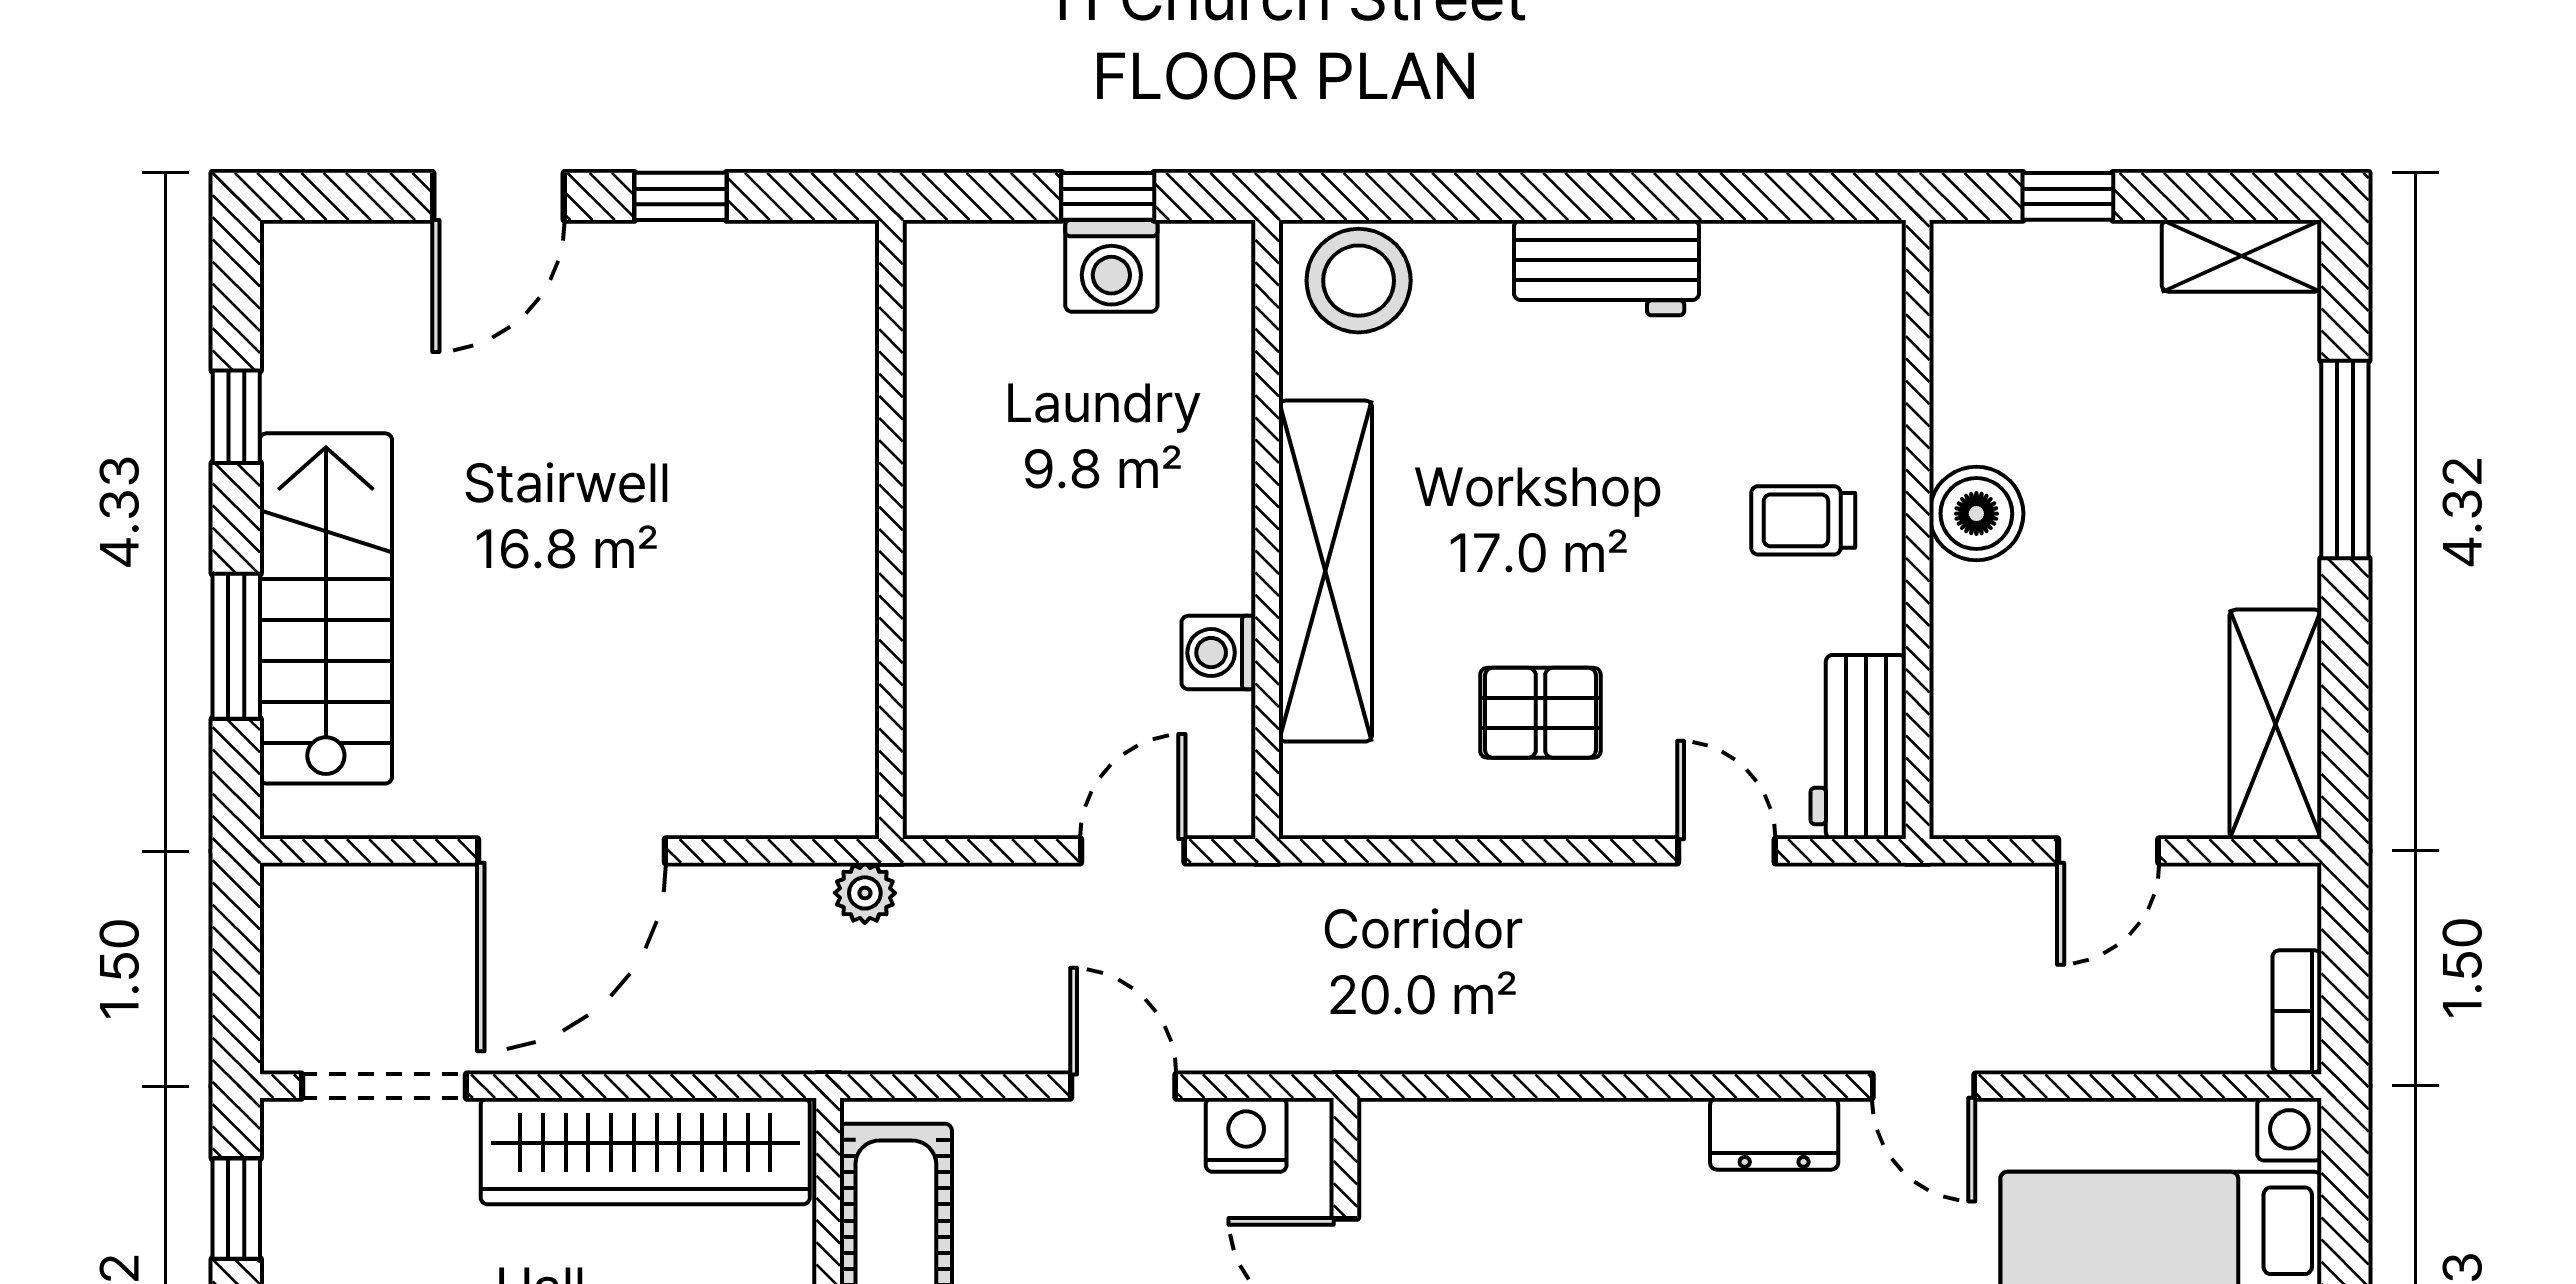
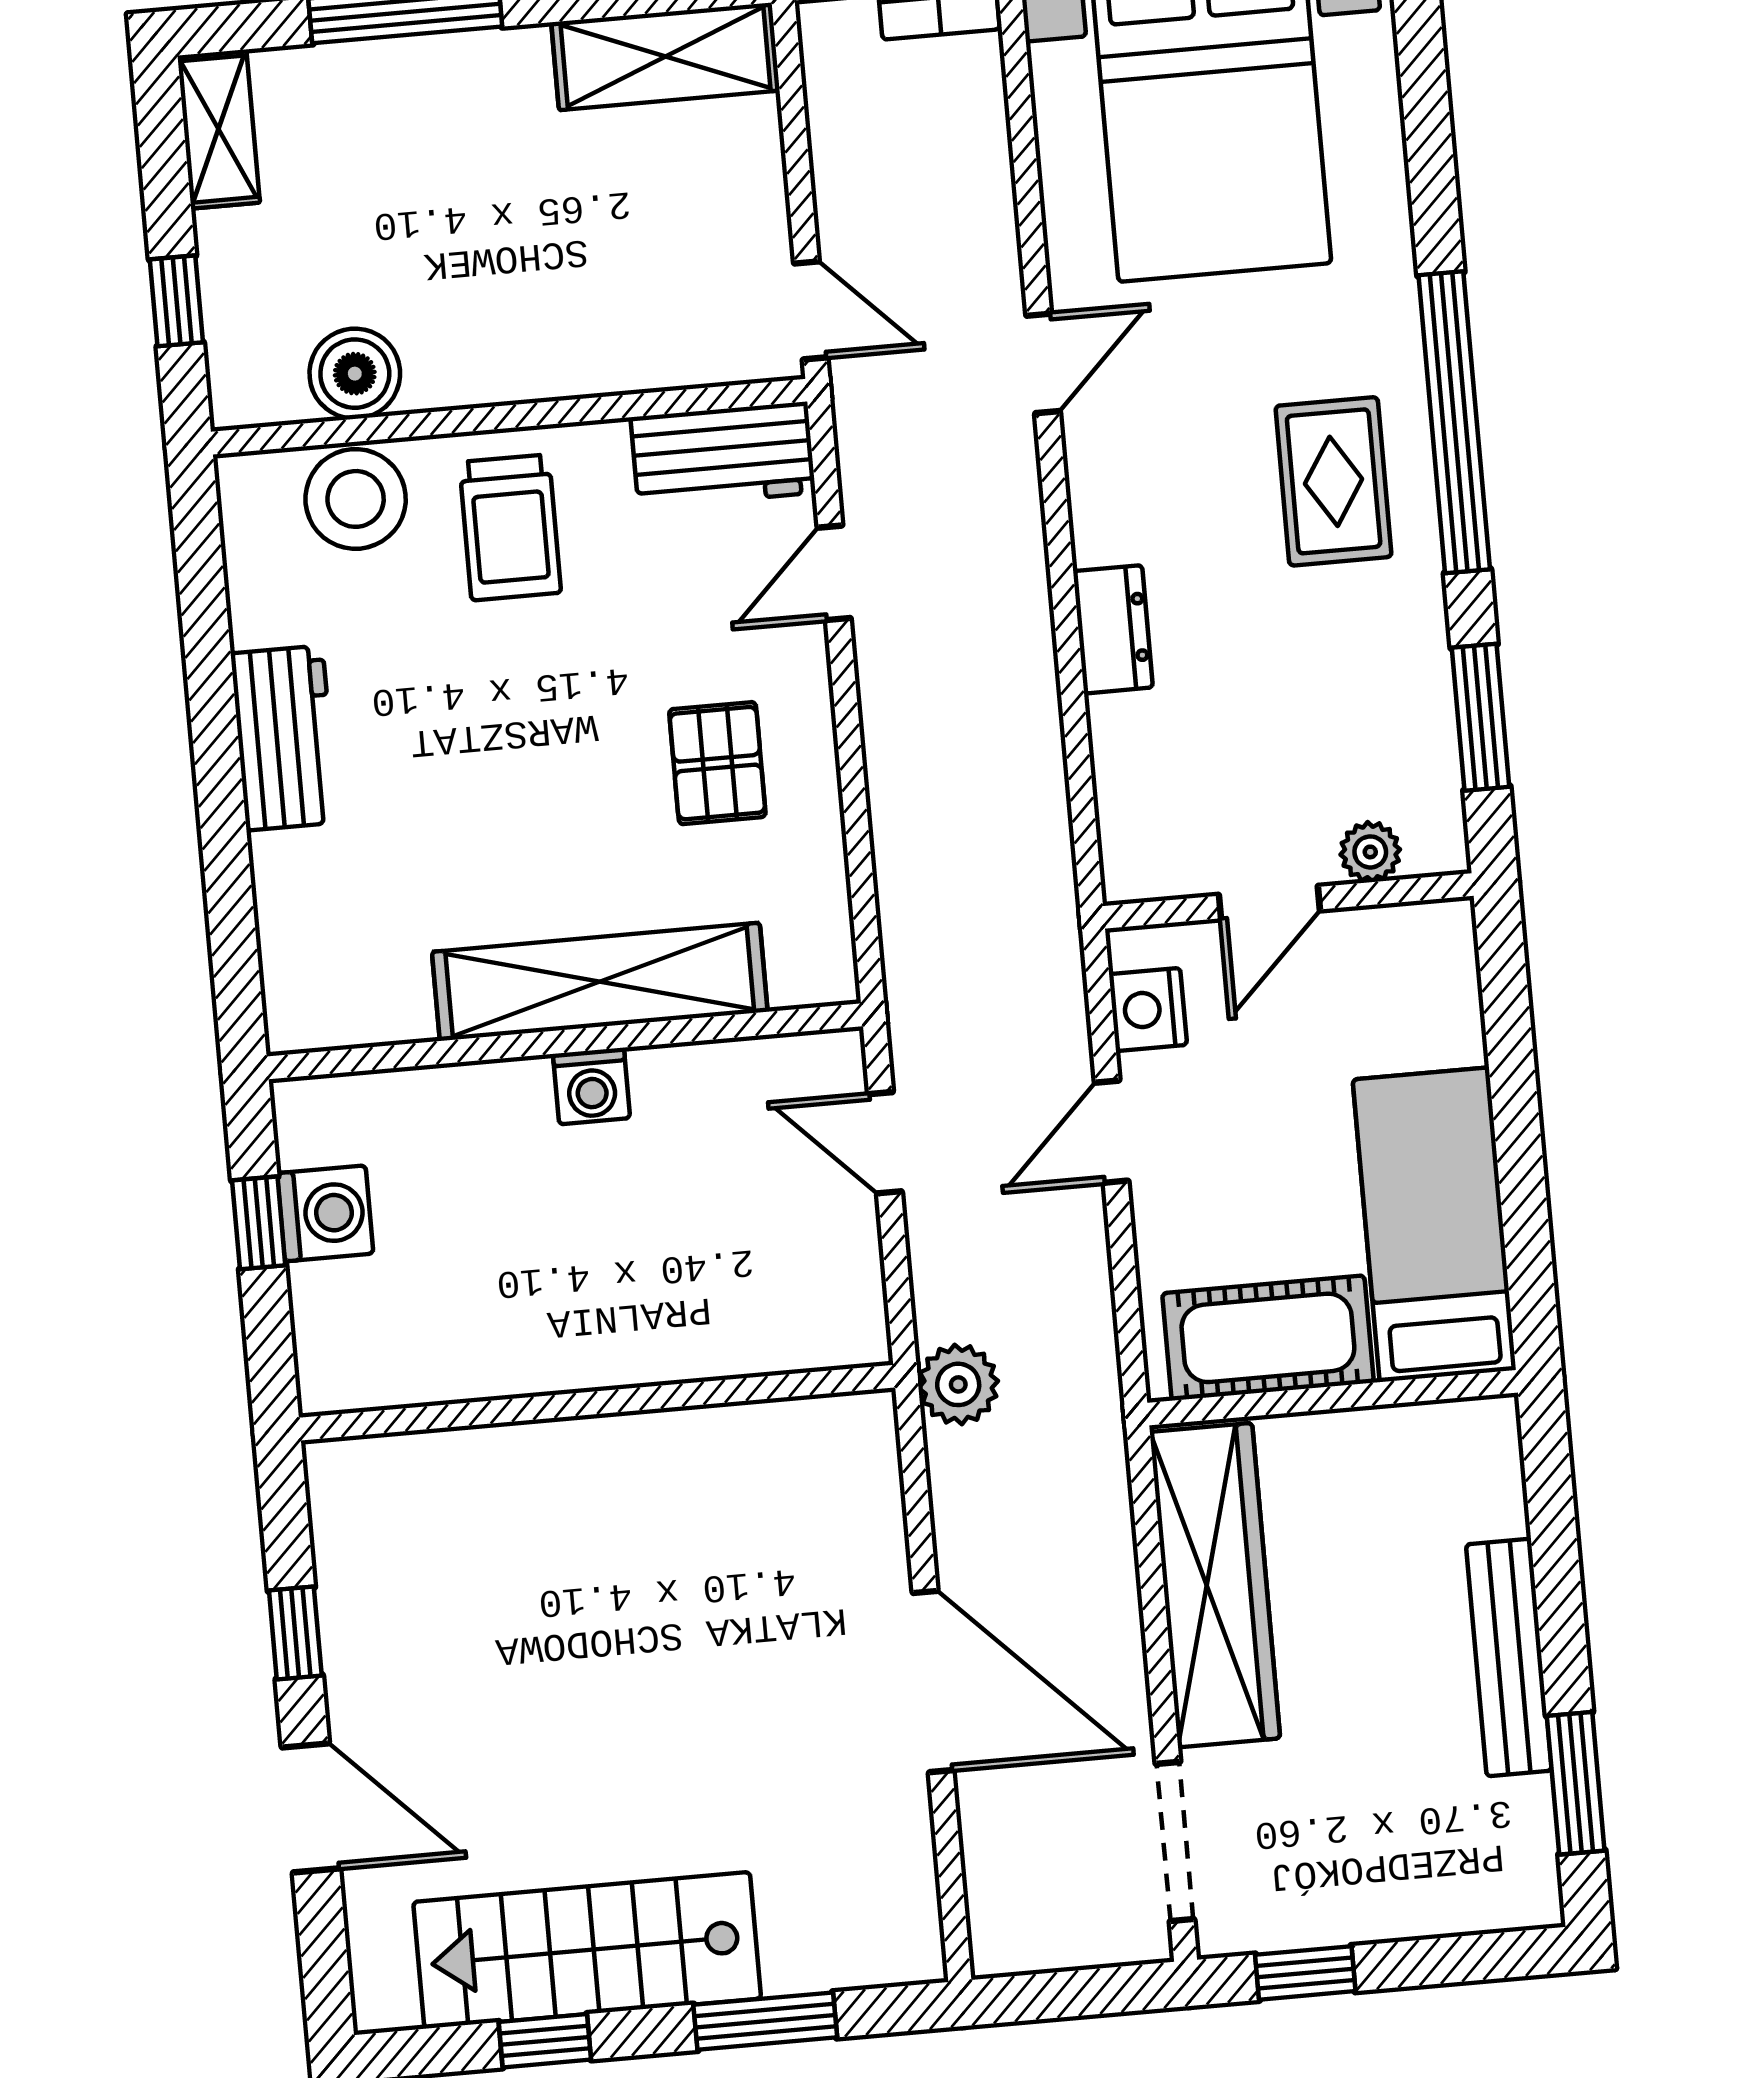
stool: (1359, 281) -> (356, 499), moved
boiler: (1976, 514) -> (355, 374), moved
trolley: (1803, 520) -> (510, 527), width x1.36, depth x1.39
stairs: (326, 608) -> (587, 1950), moved
washing machine: (1218, 653) -> (591, 1086), moved
door: (2108, 851) -> (811, 310), moved
plant: (865, 893) -> (958, 1384), width x1.38, depth x1.38
dresser: (1774, 1134) -> (1113, 629), moved

